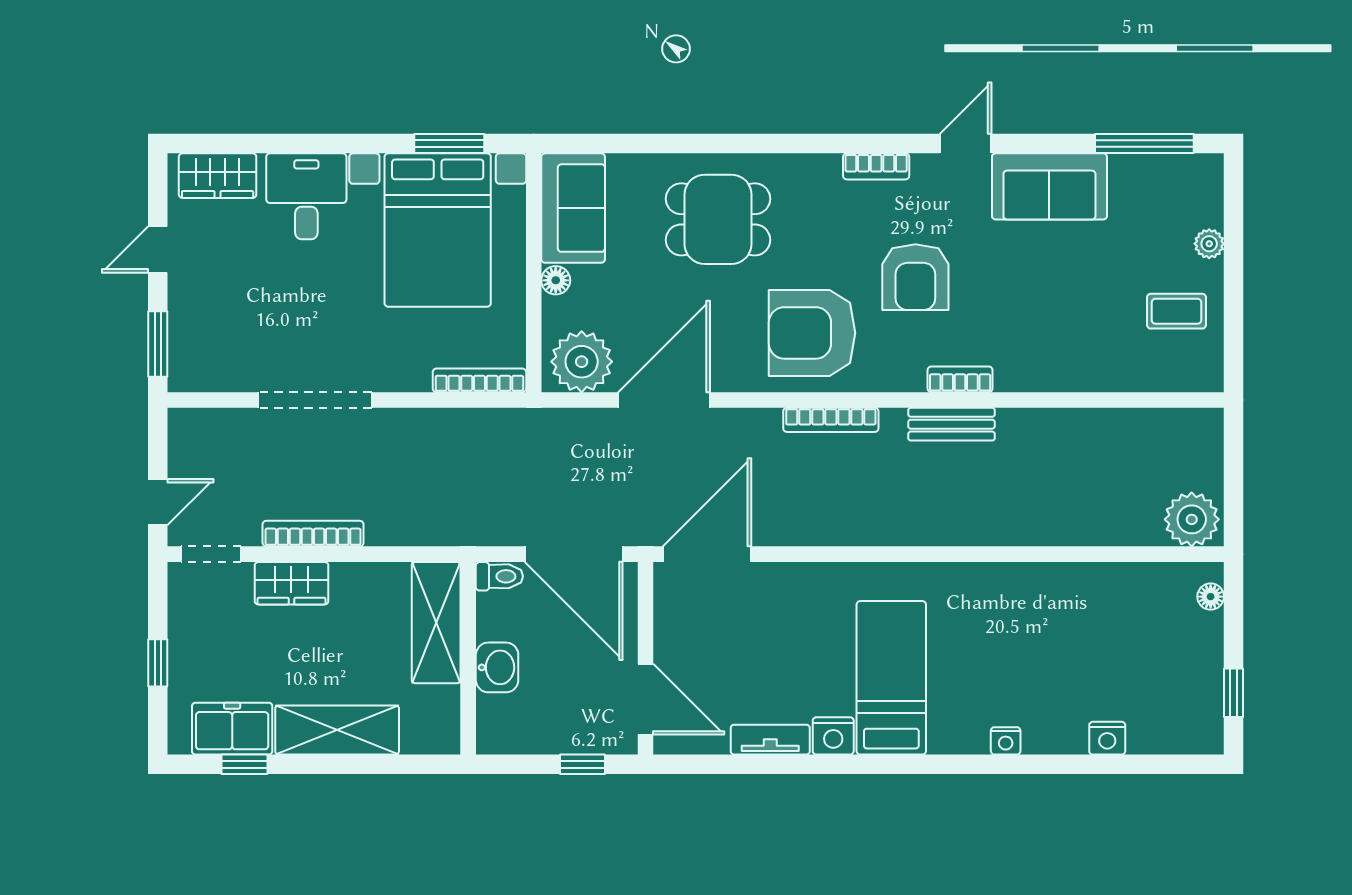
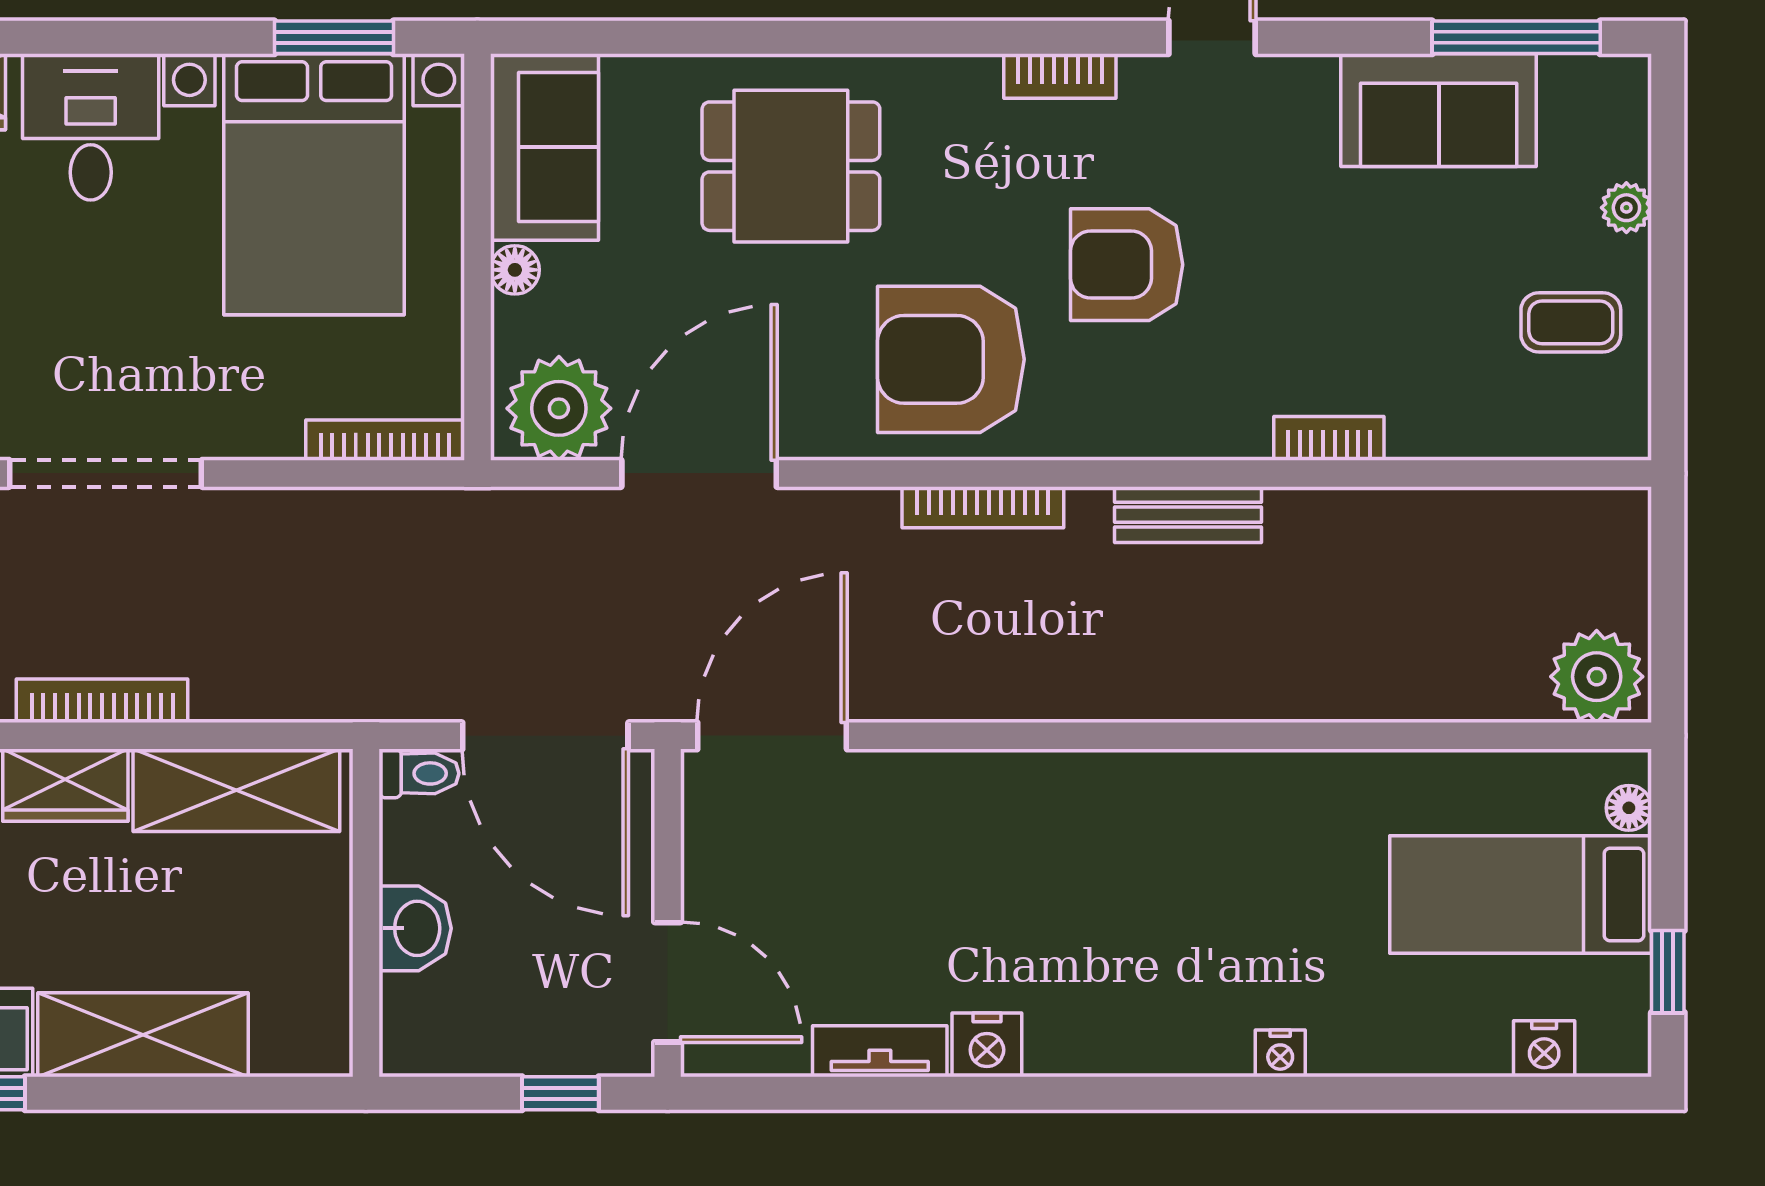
sofa: (1049, 186) -> (1439, 110), moved
armchair: (915, 277) -> (1127, 265), turned 90
bookcase: (960, 379) -> (1329, 438), moved
shelving: (436, 623) -> (236, 790), moved, turned 90
bed: (891, 678) -> (1521, 895), moved, turned -90
nightstand: (1107, 738) -> (1544, 1049), moved

